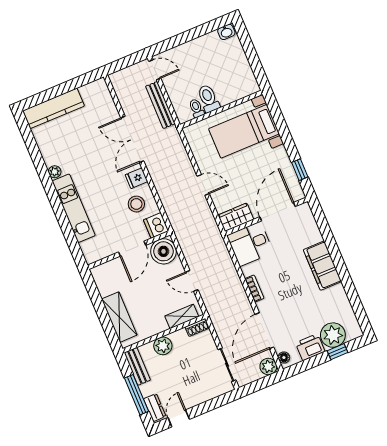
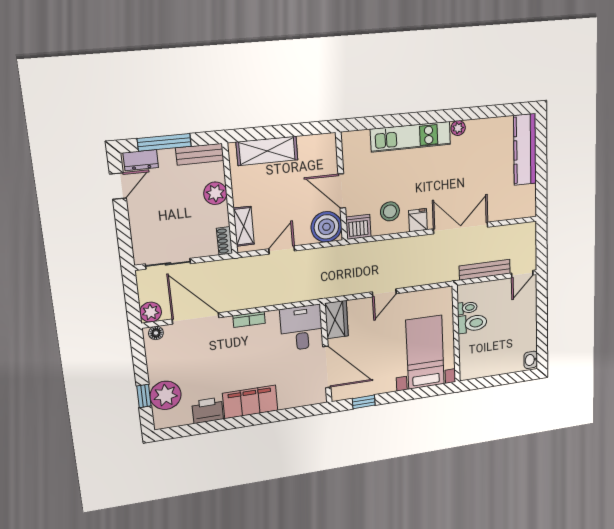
printer: (310, 347) -> (208, 410), moved, turned -90
door: (179, 418) -> (118, 186), hinge flipped

